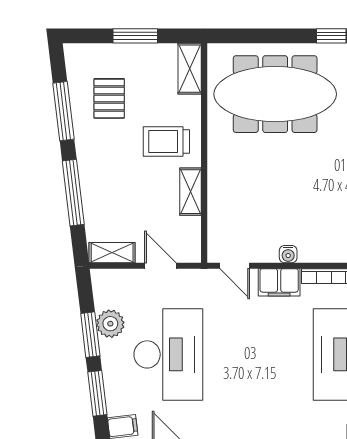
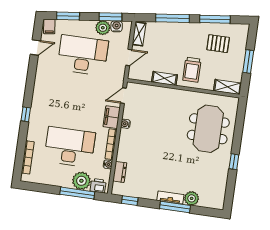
meeting table: (275, 94) -> (208, 129), width x0.73
trolley: (166, 142) -> (192, 70), turned 180
water cooler: (104, 298) -> (117, 26), added
window: (90, 335) -> (111, 17), moved
desk: (168, 354) -> (83, 55), turned 180

